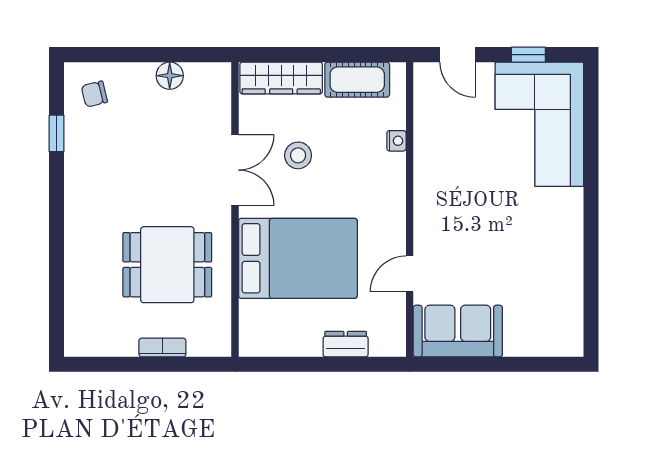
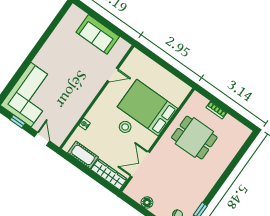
stool: (298, 155) -> (125, 127), moved
double door: (235, 170) -> (140, 164), moved
sofa: (458, 331) -> (98, 34), moved
dresser: (346, 344) -> (152, 66), removed

